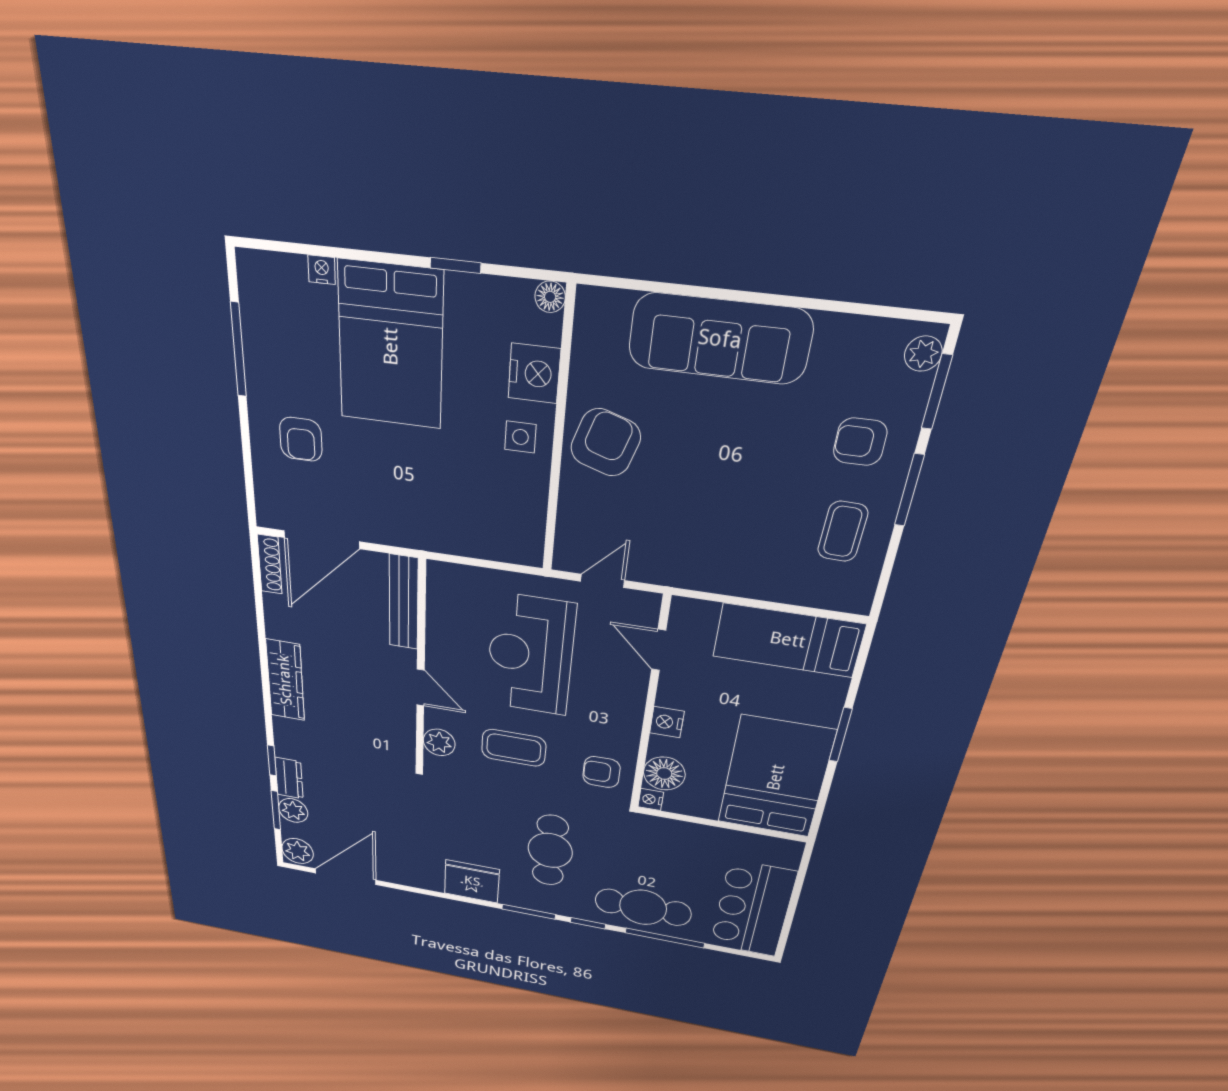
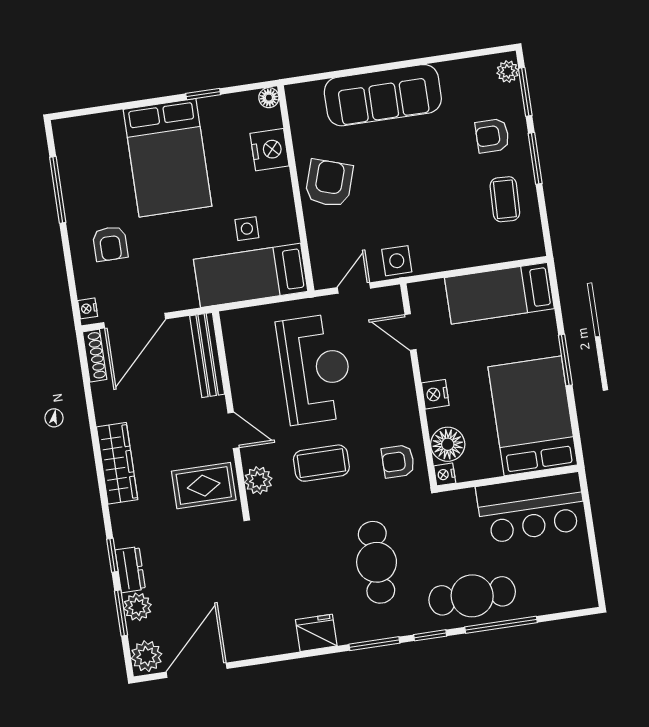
nightstand: (322, 270) -> (88, 308), moved, turned -90
side table: (520, 437) -> (247, 229), moved
bed: (474, 529) -> (251, 275), added
side table: (668, 565) -> (397, 261), added
reception desk: (530, 655) -> (315, 369), turned 180
rug: (378, 729) -> (204, 486), added
fridge: (472, 881) -> (316, 633), width x0.73, depth x0.75
bar counter: (753, 909) -> (531, 508), moved, turned -90

